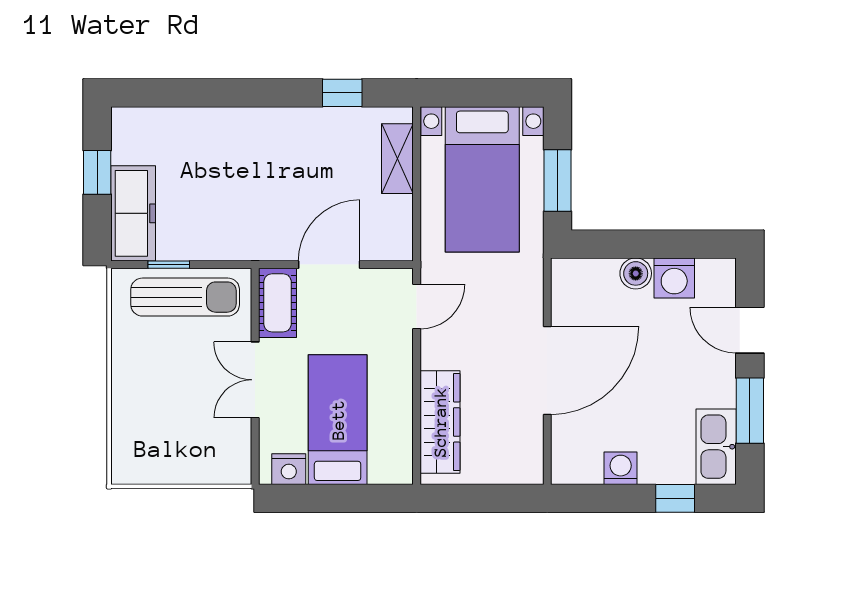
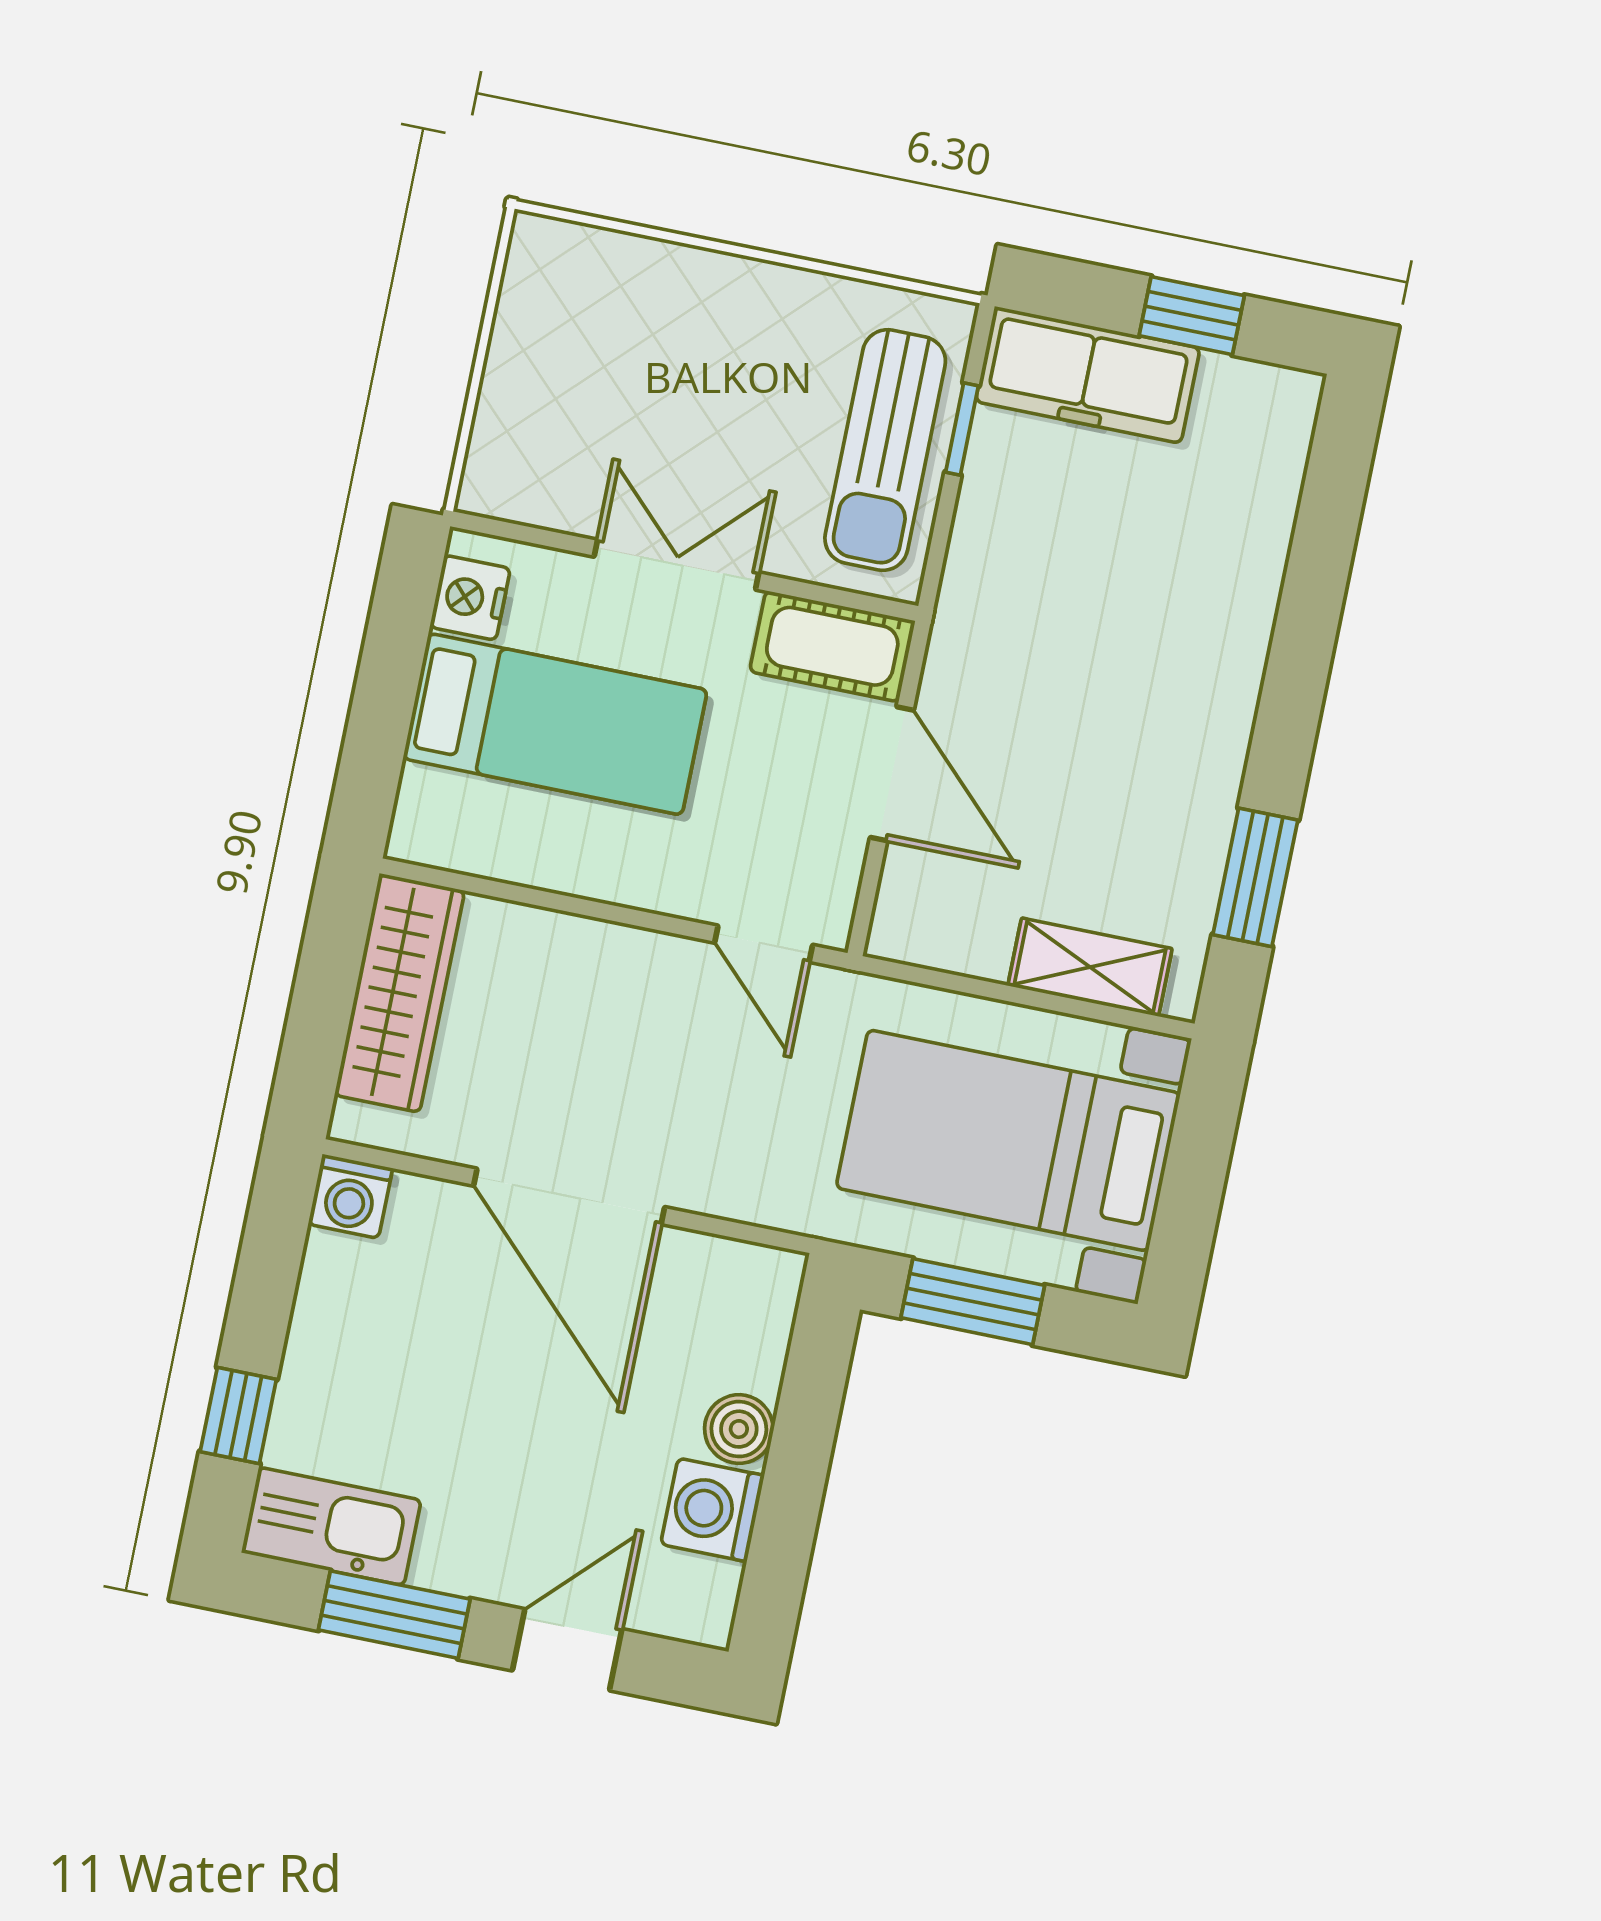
window: (342, 93) -> (1255, 877), width x1.50
wardrobe: (440, 422) -> (400, 993), moved, turned -90
washing machine: (621, 468) -> (350, 1196), moved, turned 90

